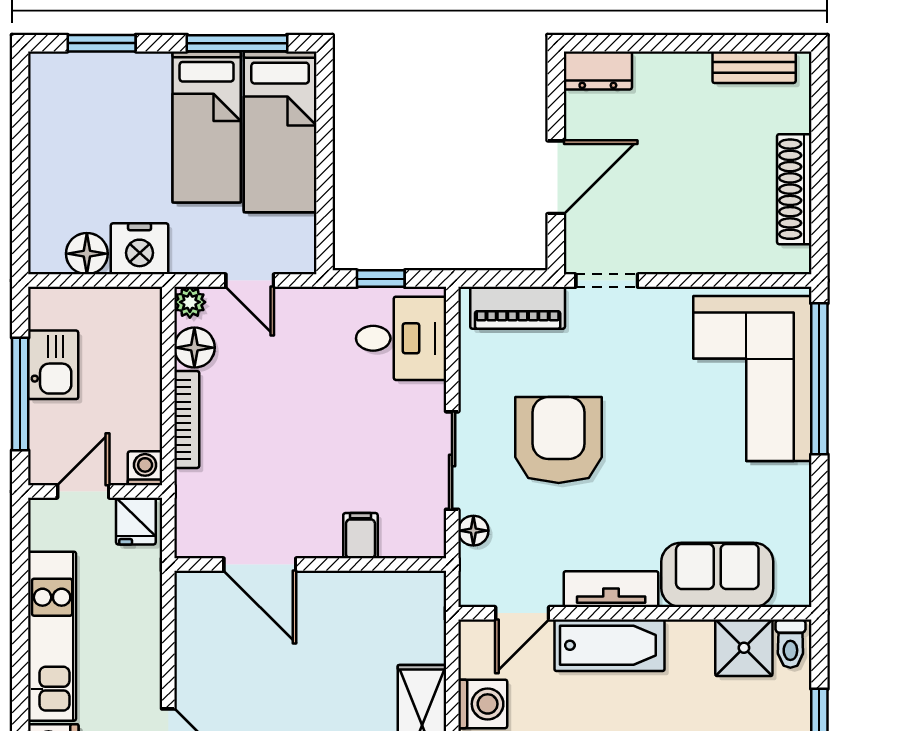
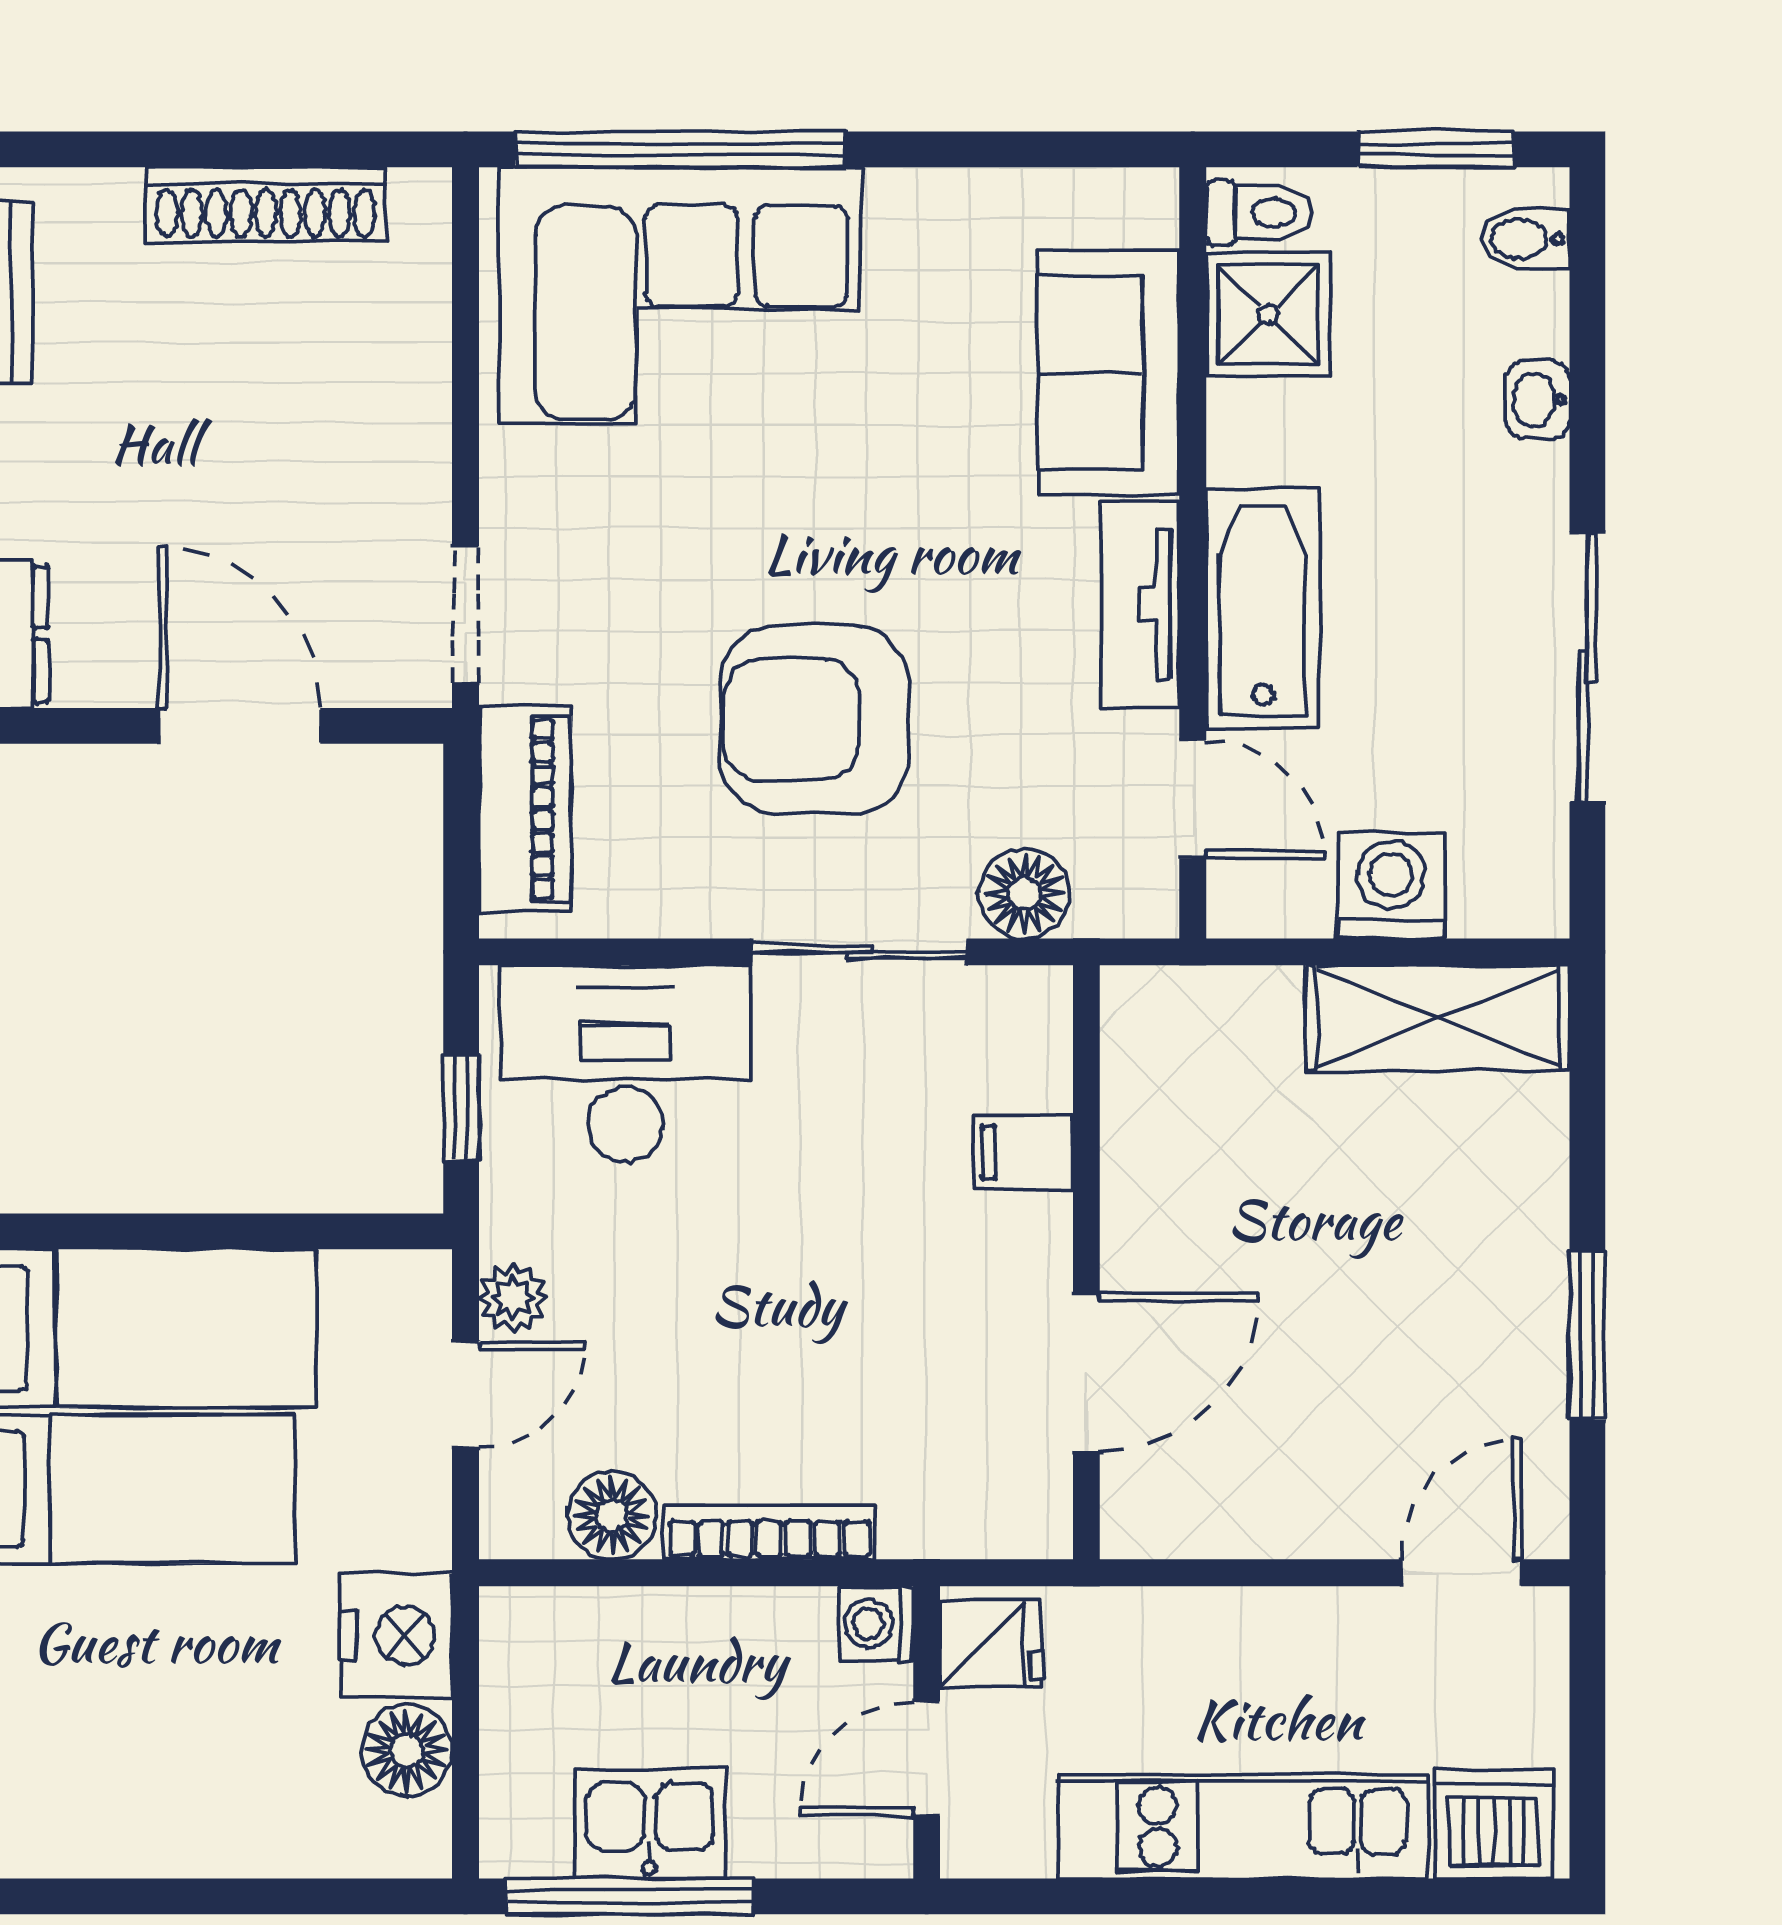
plant: (190, 302) -> (513, 1298), moved
desk: (401, 338) -> (626, 1064), width x1.37
window: (20, 394) -> (630, 1896), moved
door: (83, 492) -> (927, 1759), hinge flipped
floor lamp: (473, 531) -> (1024, 893), width x1.37, depth x1.37

